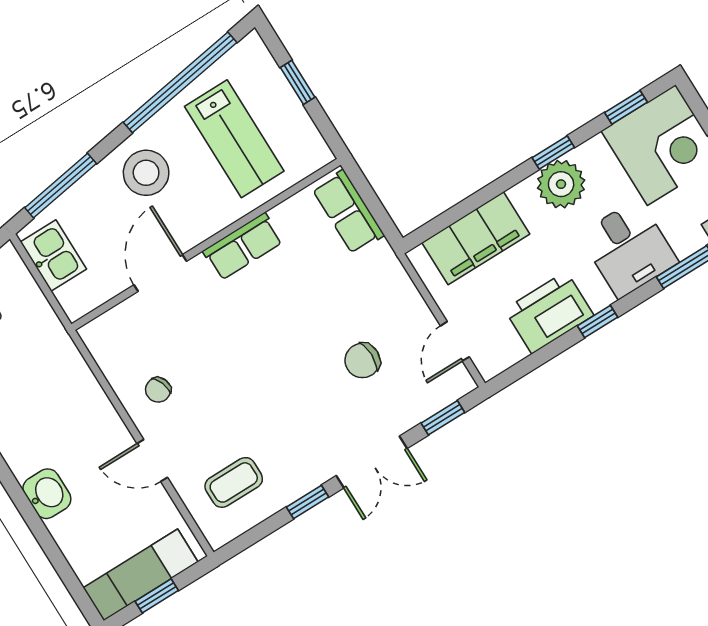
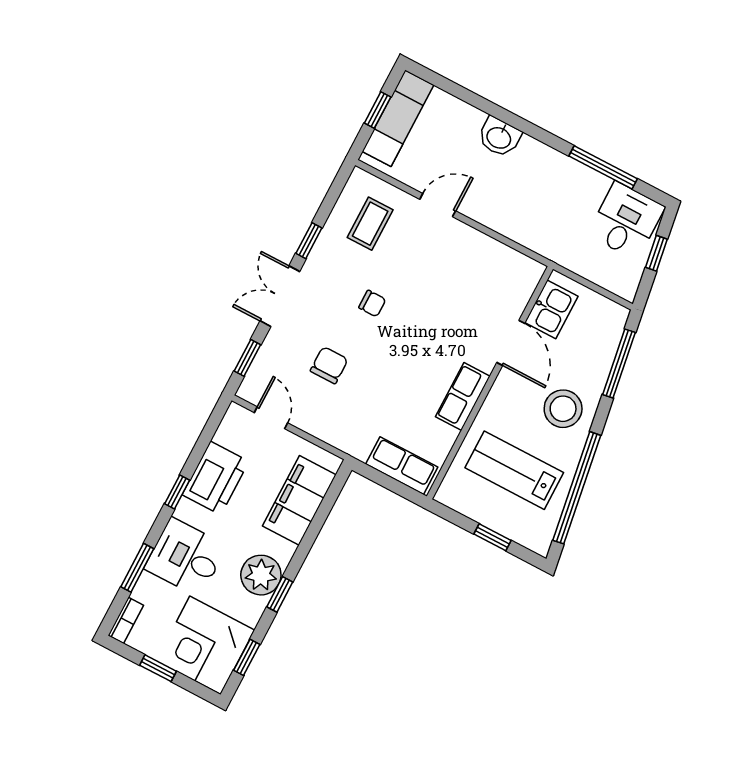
kitchen sink: (53, 255) -> (551, 309), moved, turned -90
chair: (158, 390) -> (372, 304), moved, turned 110

